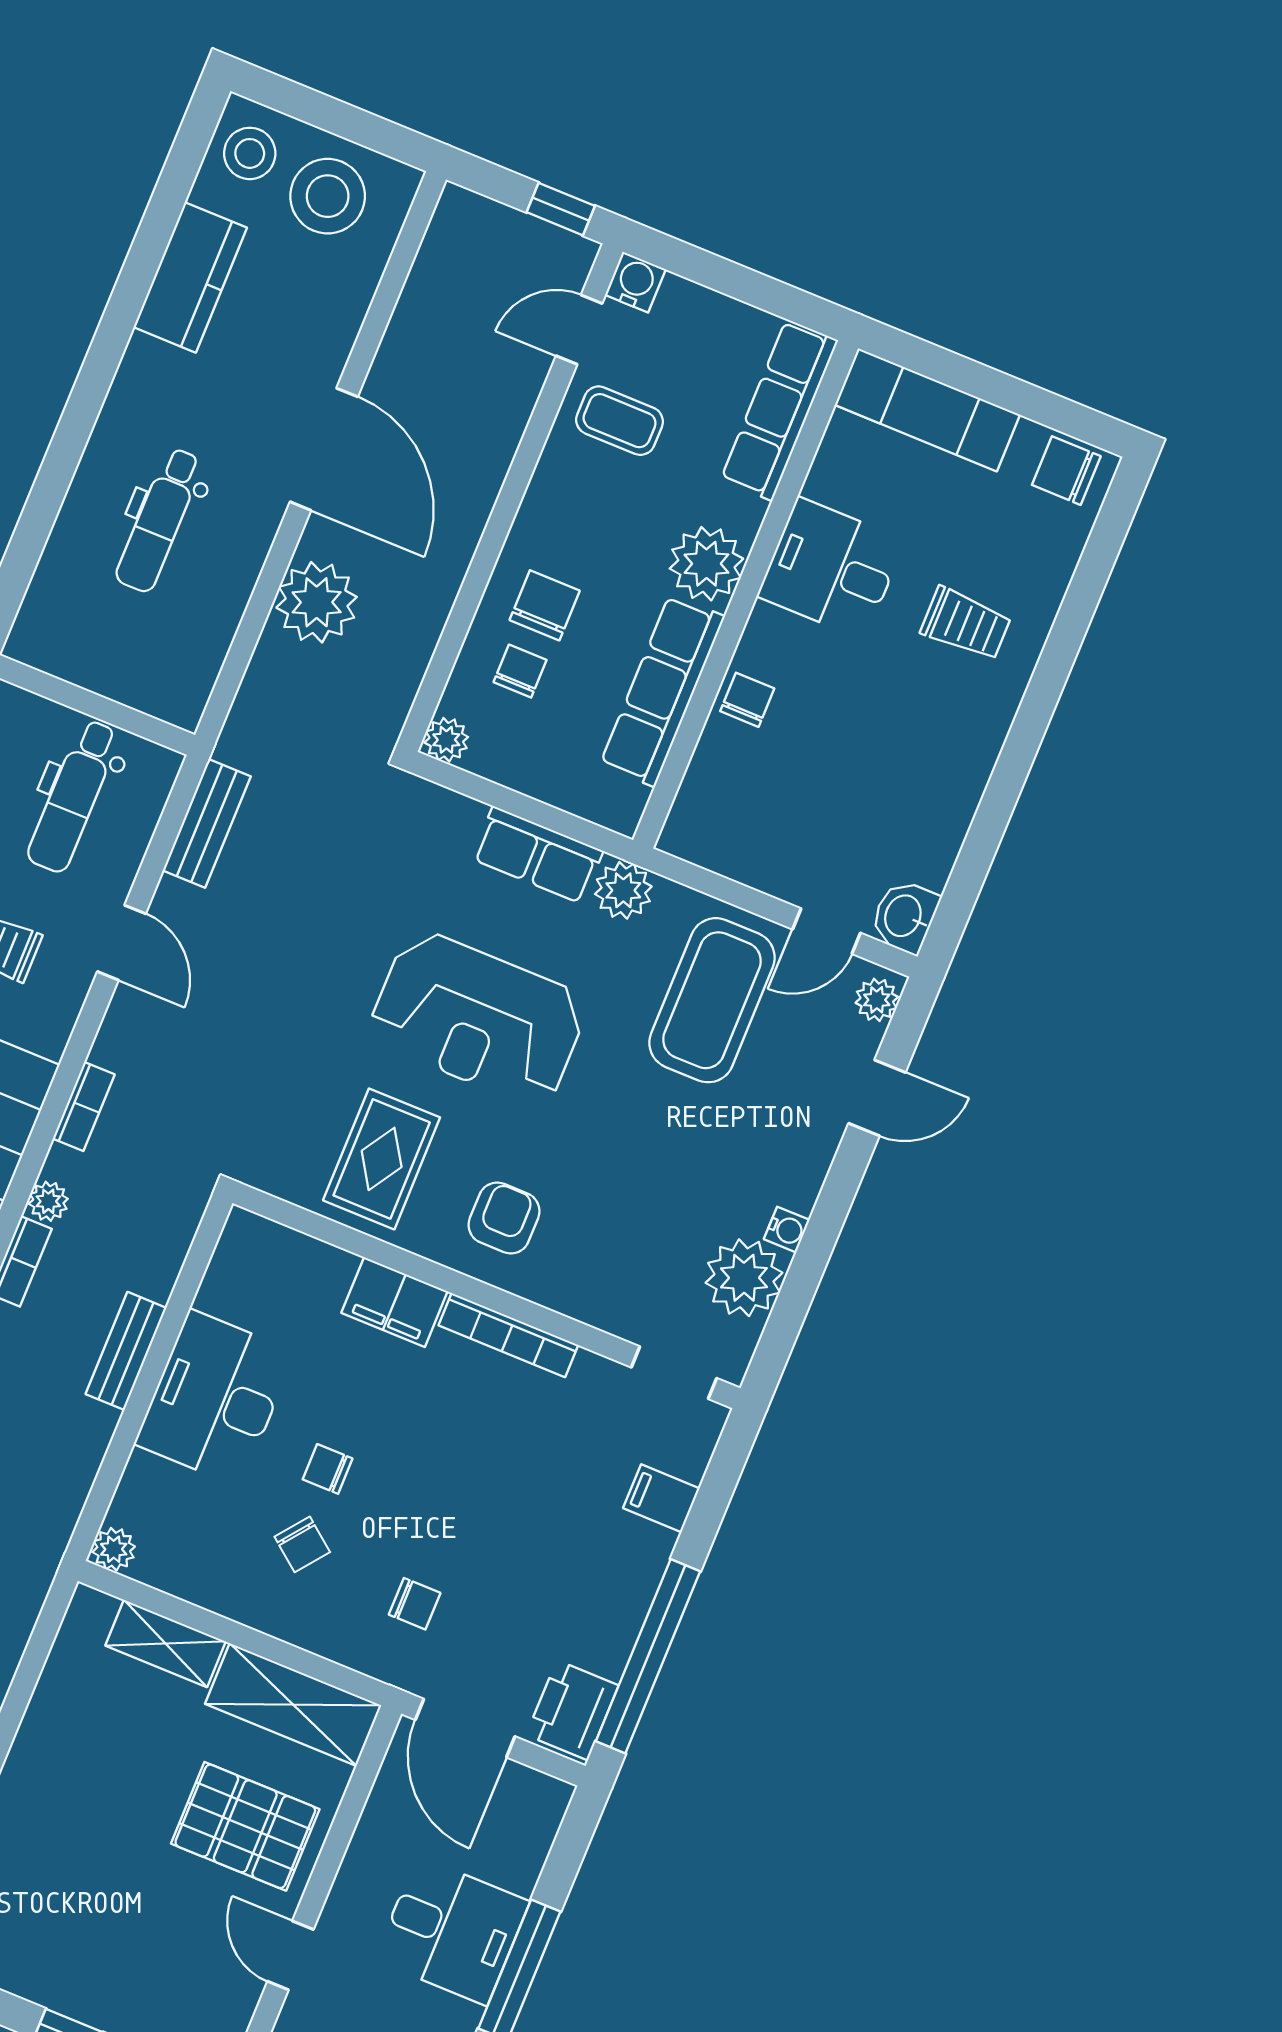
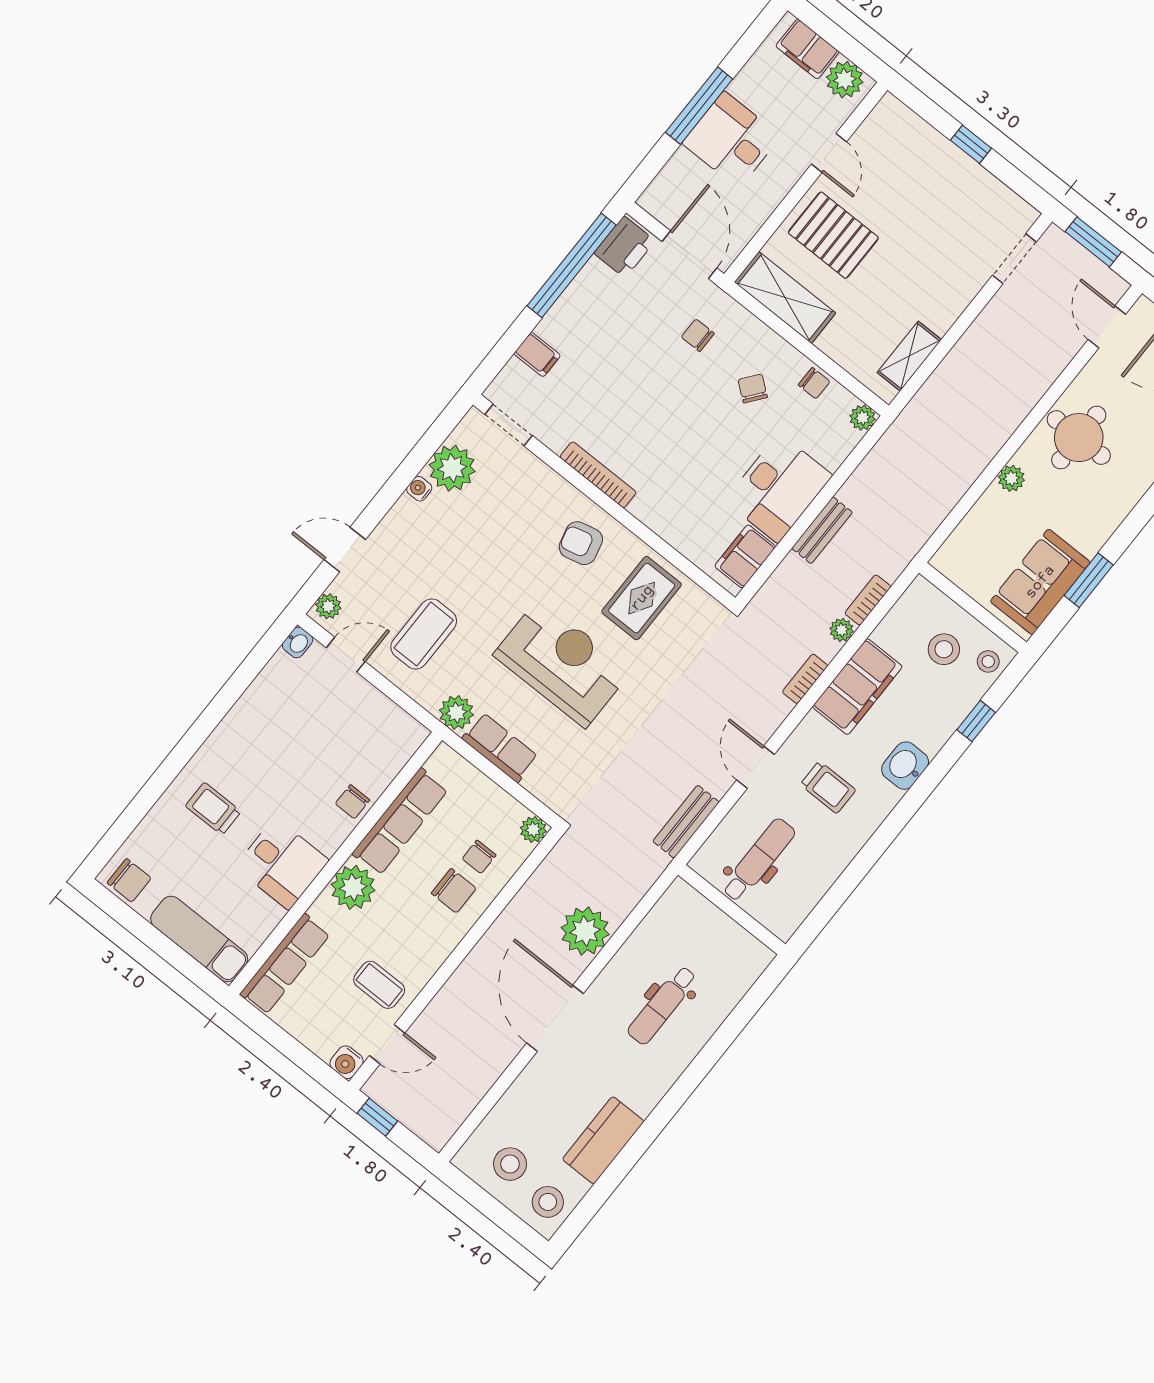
stool: (328, 196) -> (510, 1164), width x0.73, depth x0.73
dental chair: (159, 520) -> (662, 1005), turned 180
chair: (545, 605) -> (454, 891), turned -90
washbasin: (904, 916) -> (298, 642), width x0.72, depth x0.69
coffee table: (712, 1000) -> (424, 634), width x0.73, depth x0.76
armchair: (504, 1218) -> (581, 543), turned 76
filing cabinet: (394, 1302) -> (745, 556), moved, turned -90
chair: (328, 1469) -> (814, 383), moved
shelving: (166, 1643) -> (909, 356), moved, turned 90

